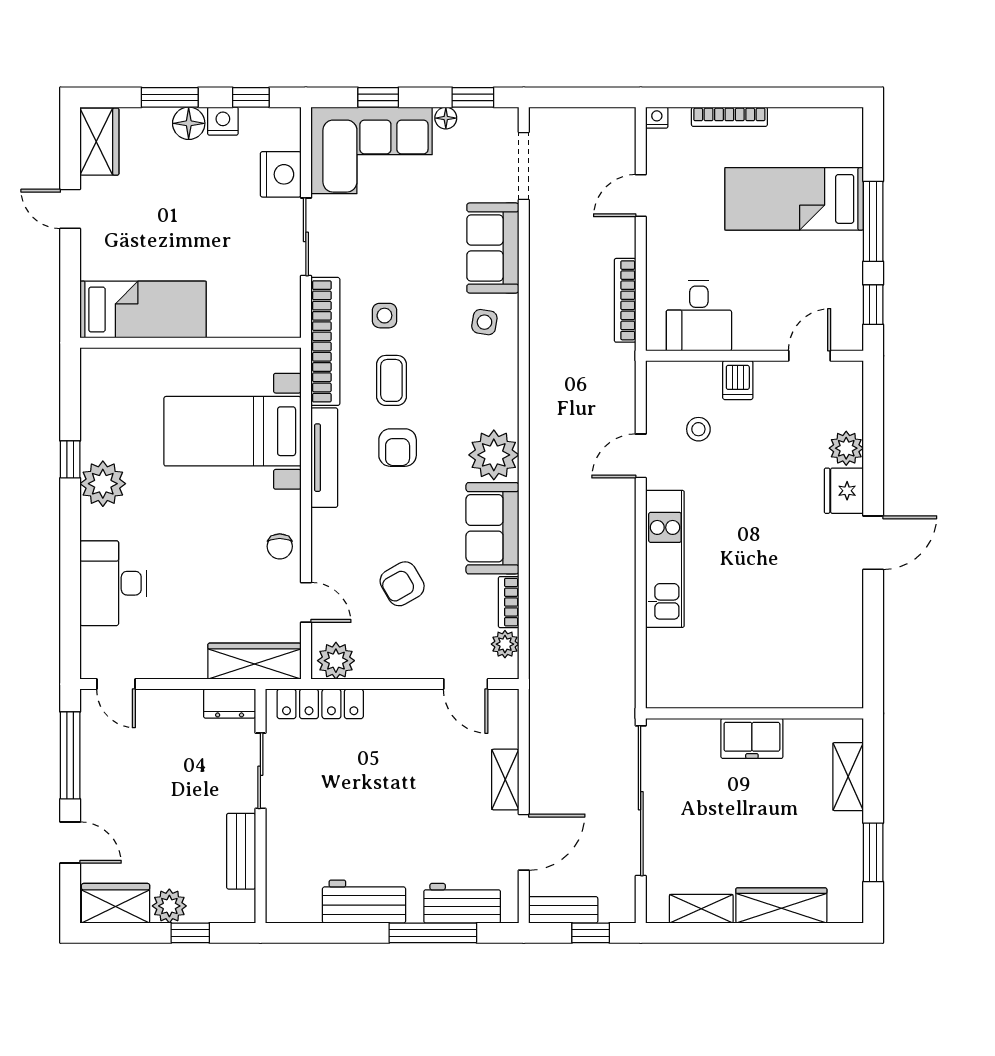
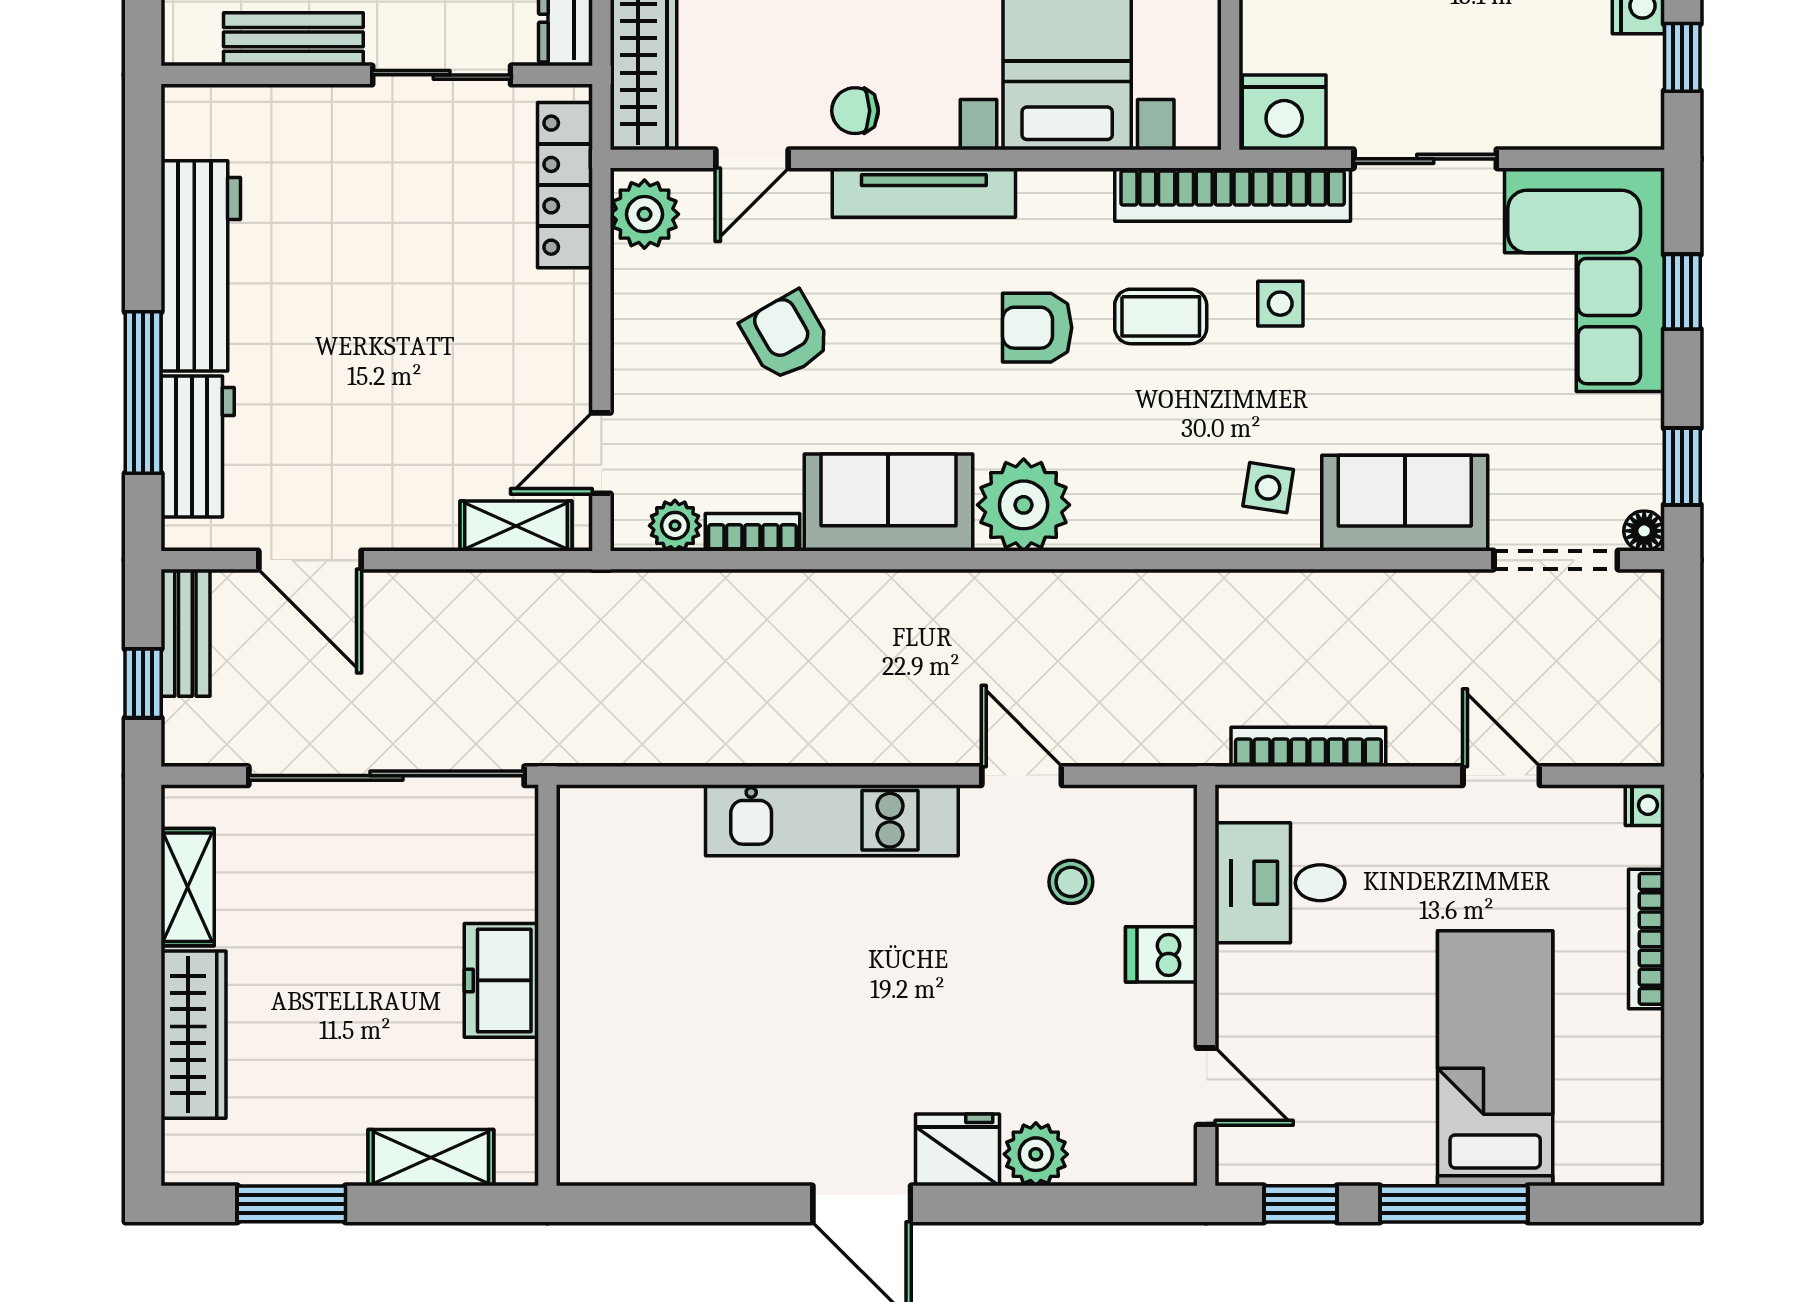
floor lamp: (446, 118) -> (1644, 531), moved
nightstand: (281, 174) -> (1284, 112), moved
tv unit: (324, 458) -> (924, 193), moved
shelving: (505, 780) -> (516, 526), moved
workbench: (364, 902) -> (201, 266), width x1.38

